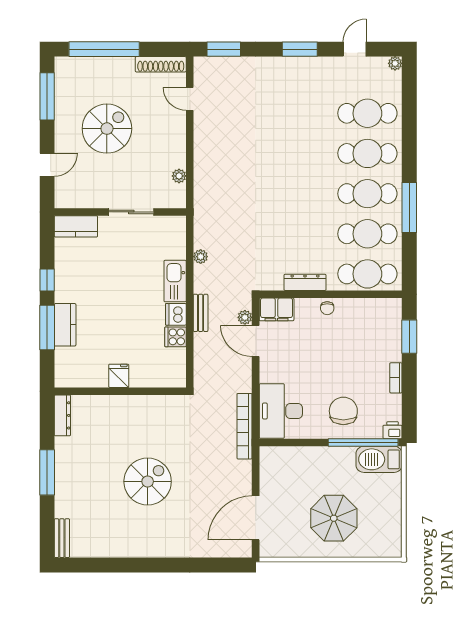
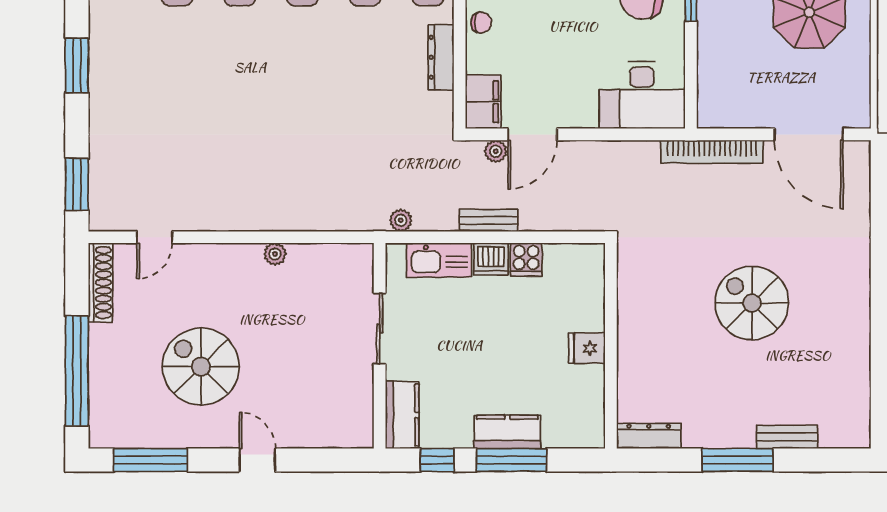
wall: (120, 212) -> (380, 346), moved
sliding door: (131, 212) -> (380, 329), moved
kitchen counter: (76, 226) -> (402, 415), moved
bookcase: (245, 426) -> (712, 152), moved
bench: (62, 538) -> (787, 437), moved

